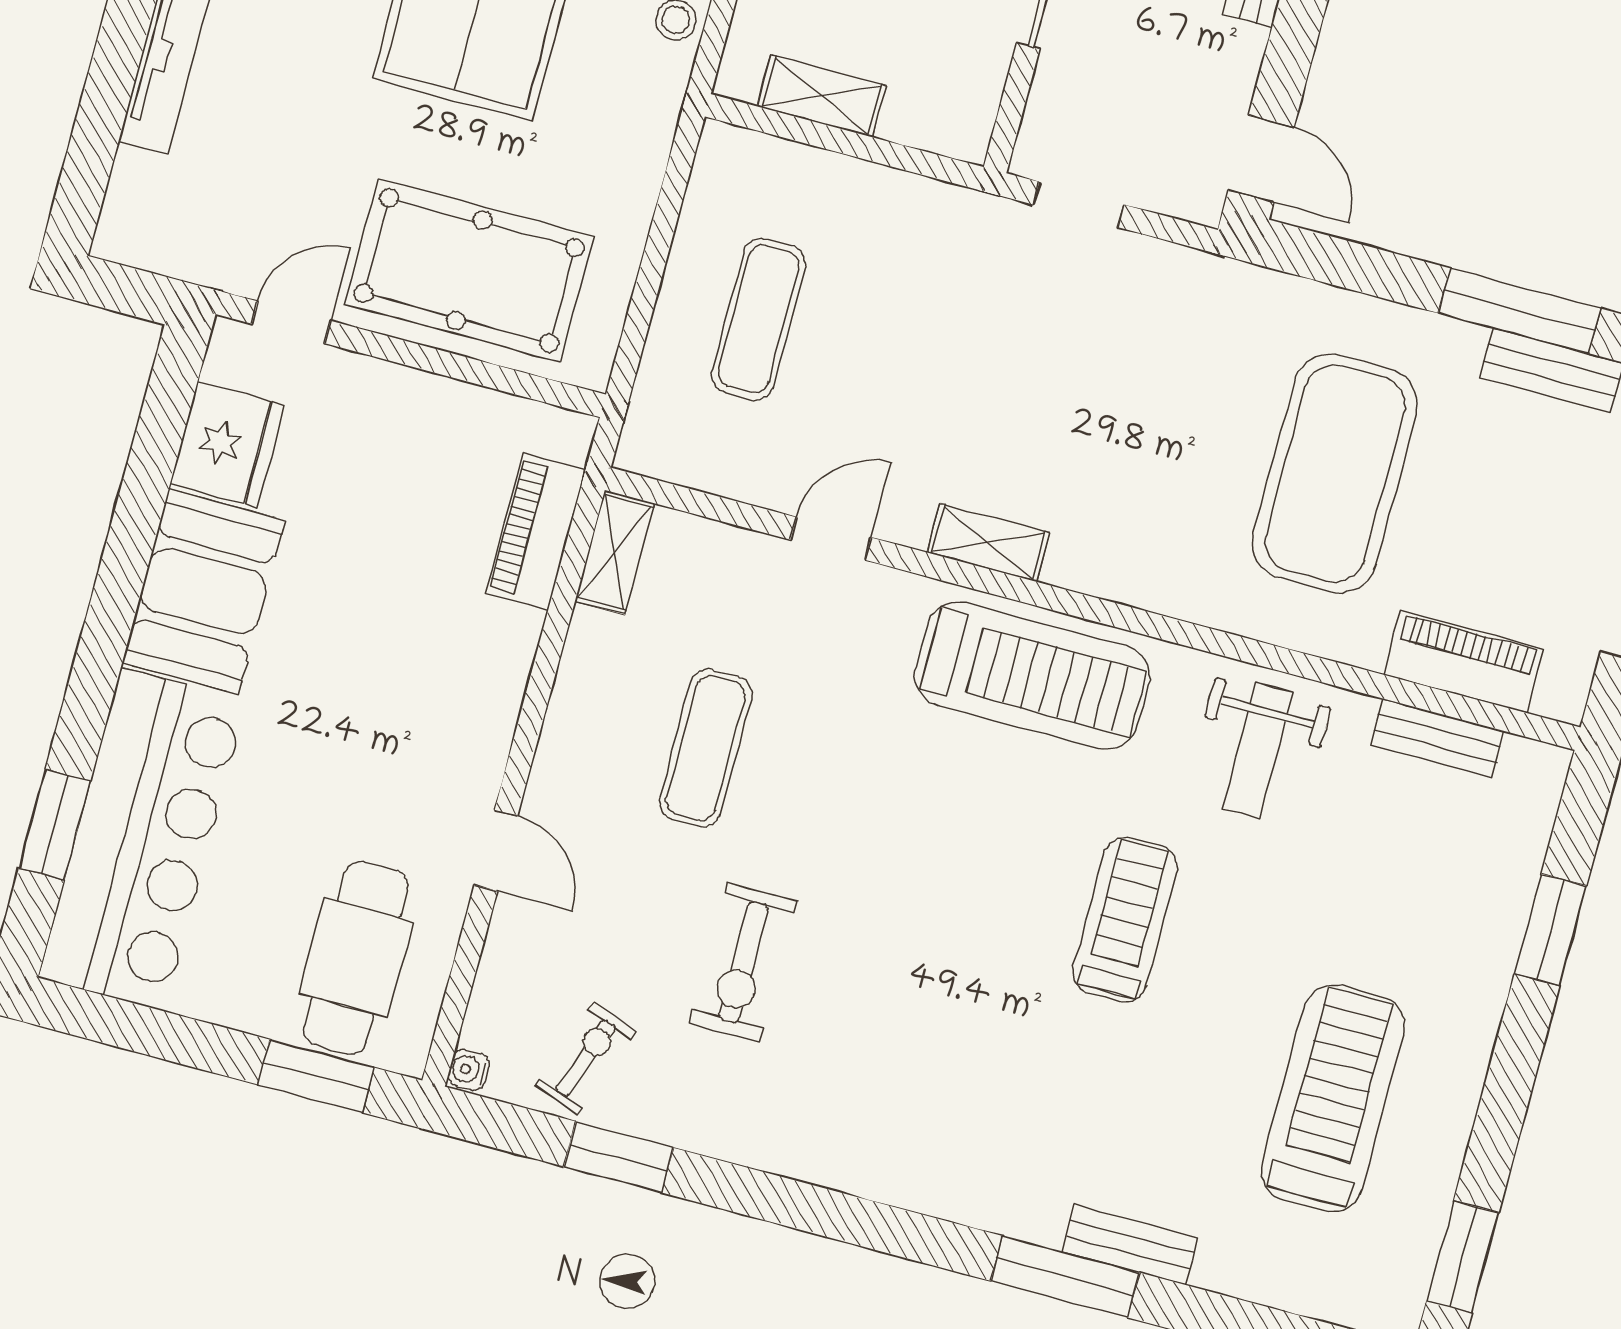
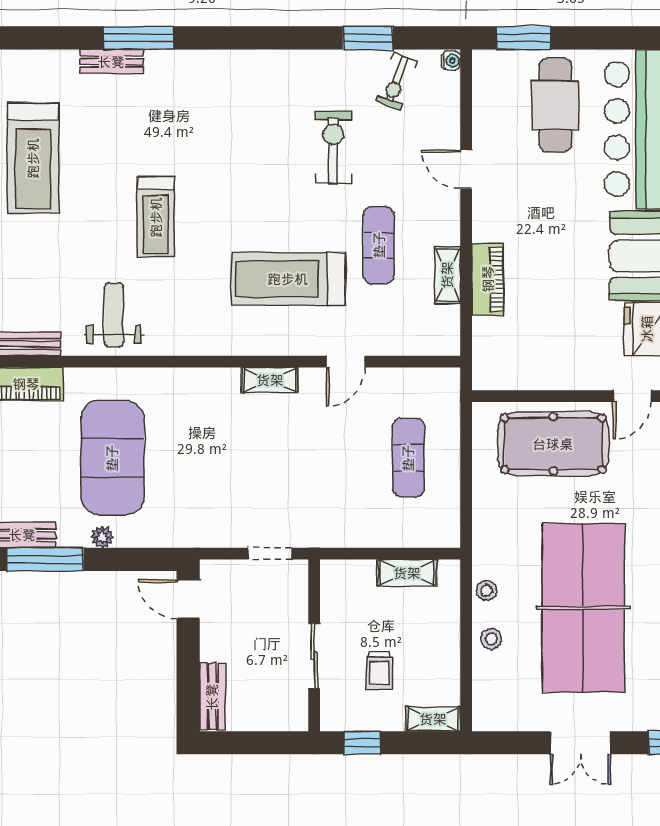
plant: (1396, 324) -> (102, 537), added
piano: (536, 531) -> (488, 279), moved
shelving: (615, 552) -> (447, 275), moved
treadmill: (1032, 676) -> (288, 279), moved
cafe table: (356, 958) -> (555, 105), moved

